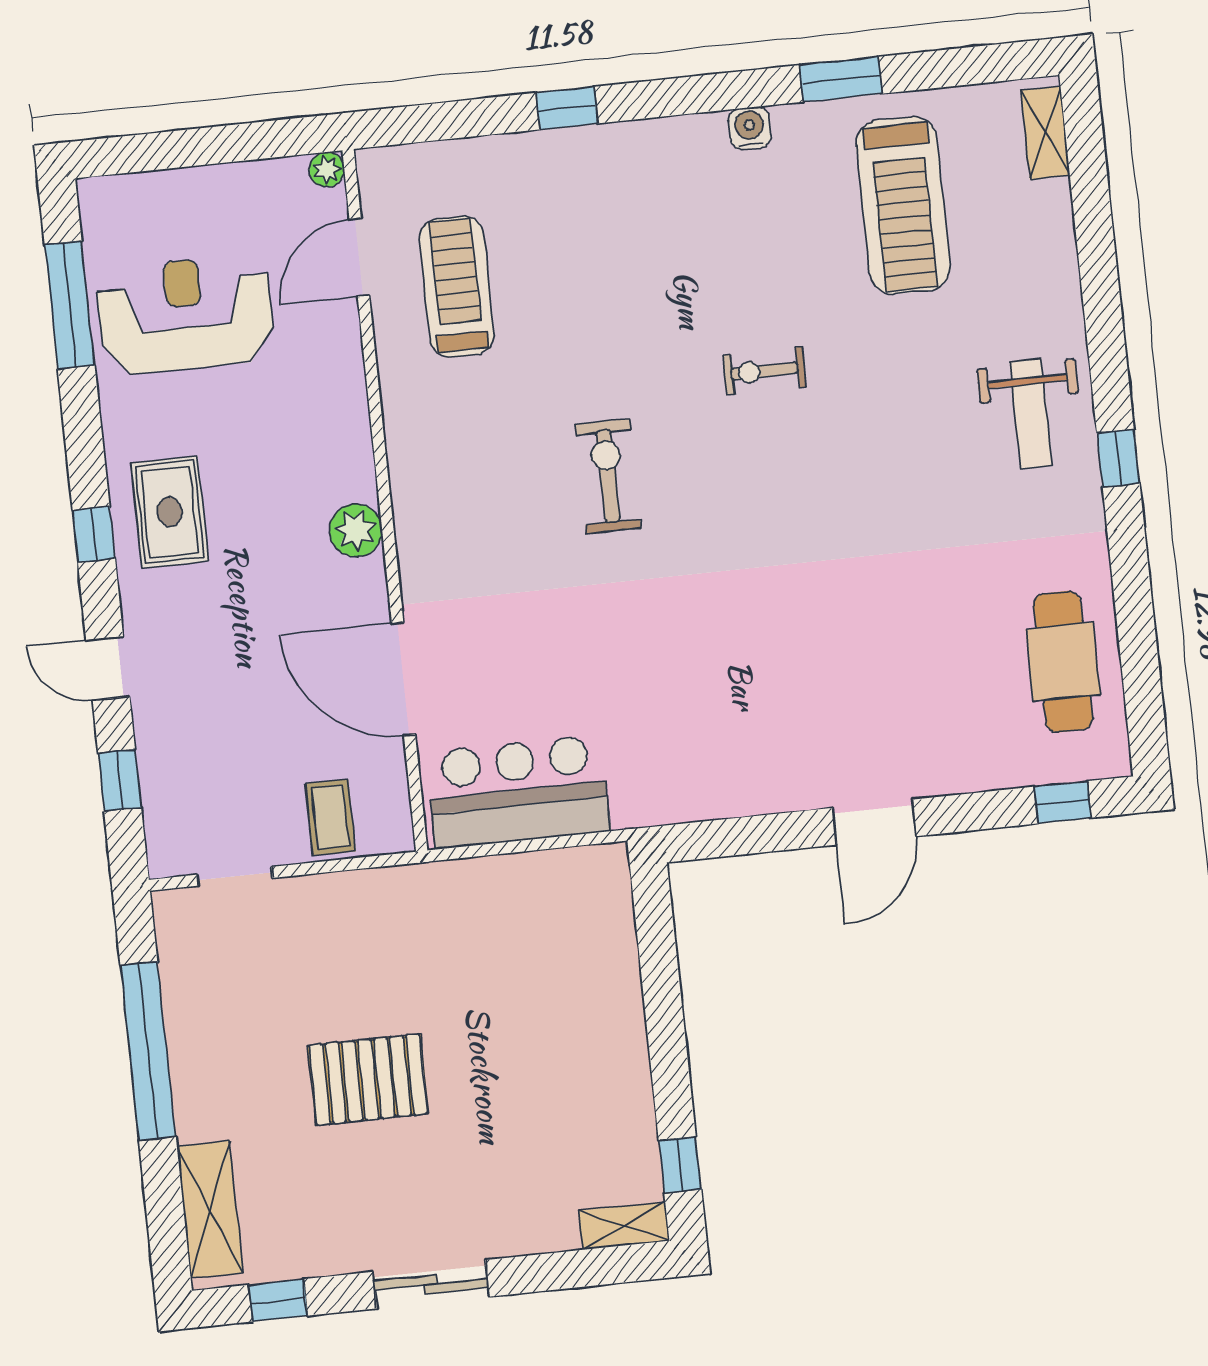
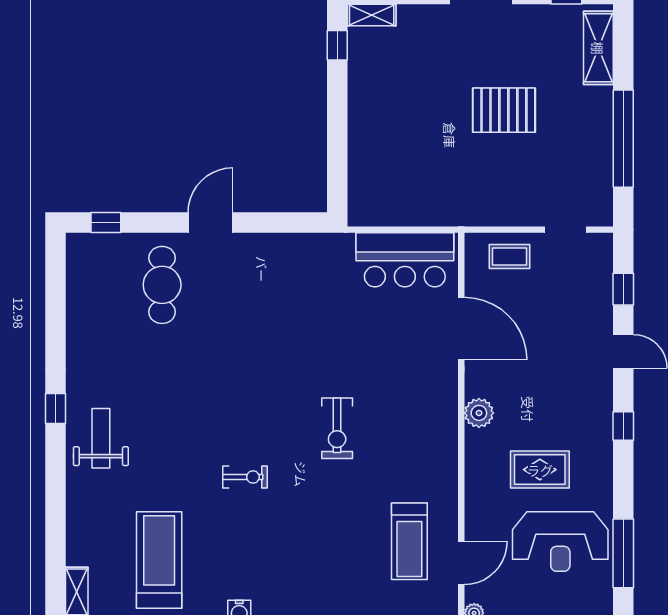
rug: (170, 512) -> (540, 470), moved, turned 90
cafe table: (1063, 662) -> (162, 285), moved
coffee table: (330, 817) -> (510, 257), turned 90

